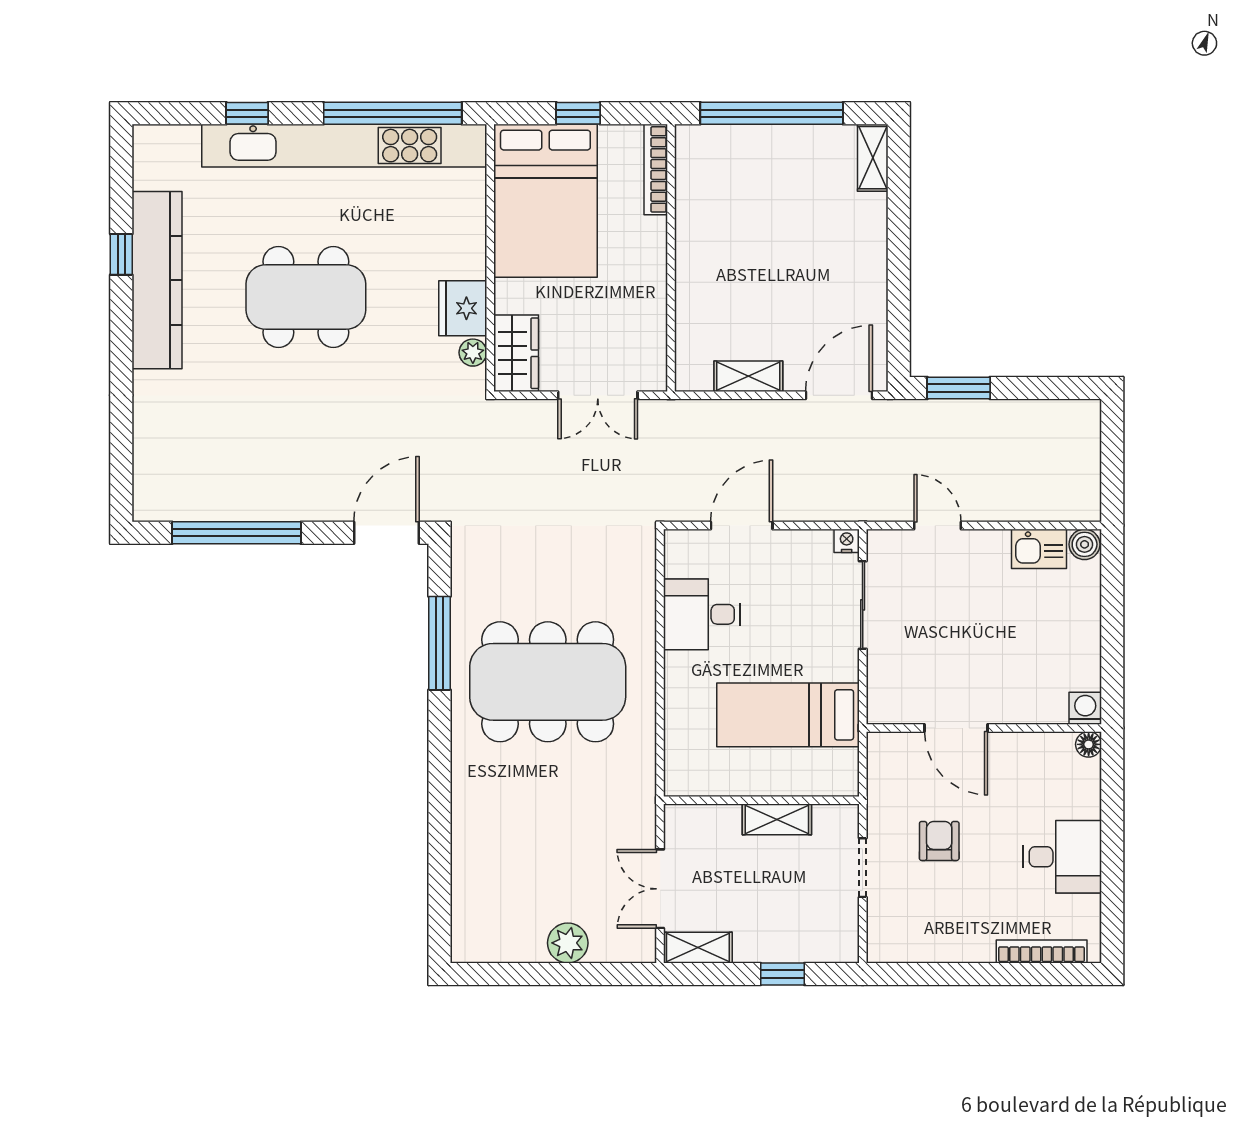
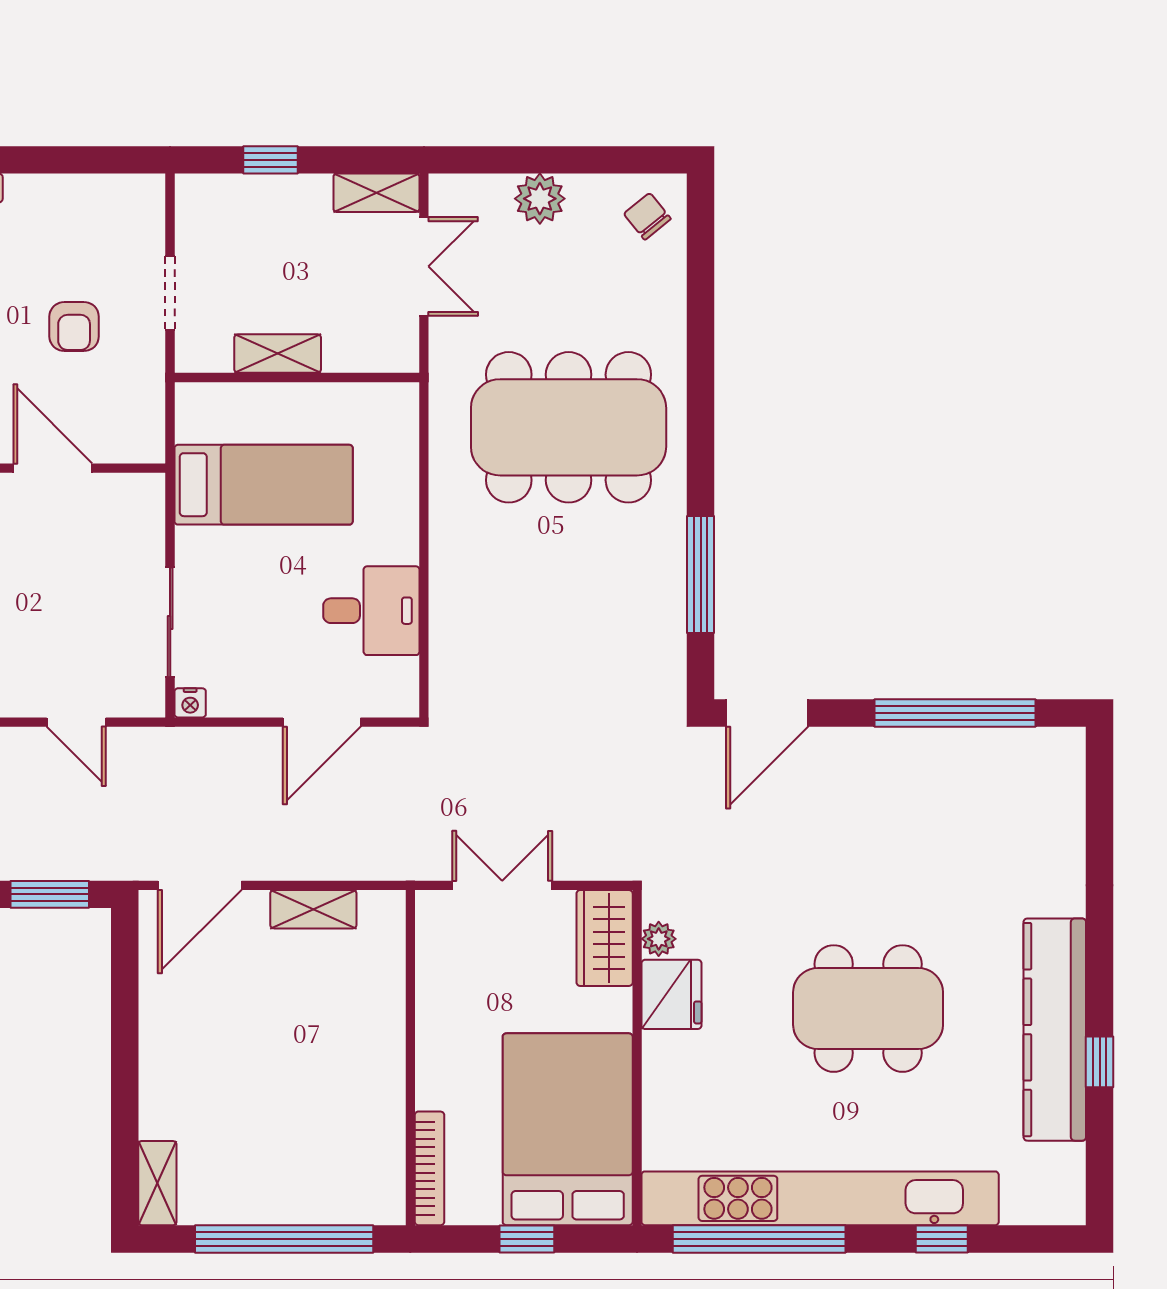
dining table: (548, 682) -> (569, 427), moved
chair: (482, 929) -> (647, 216), added

